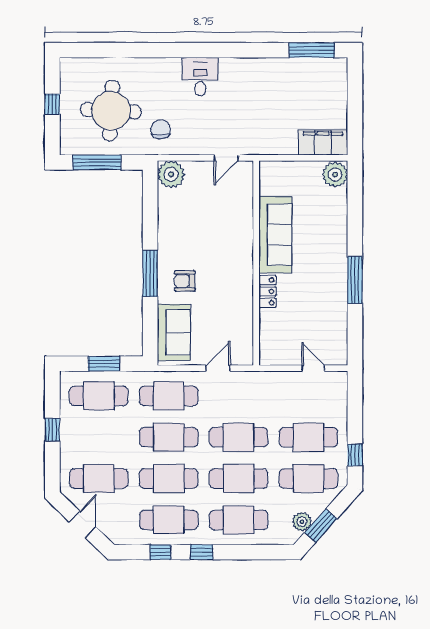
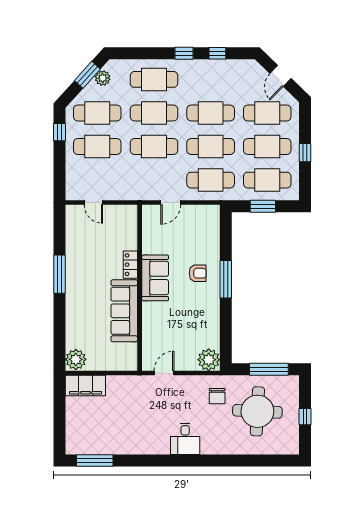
sofa: (174, 332) -> (155, 278), moved, turned 180
cafe table: (169, 520) -> (267, 147), moved

